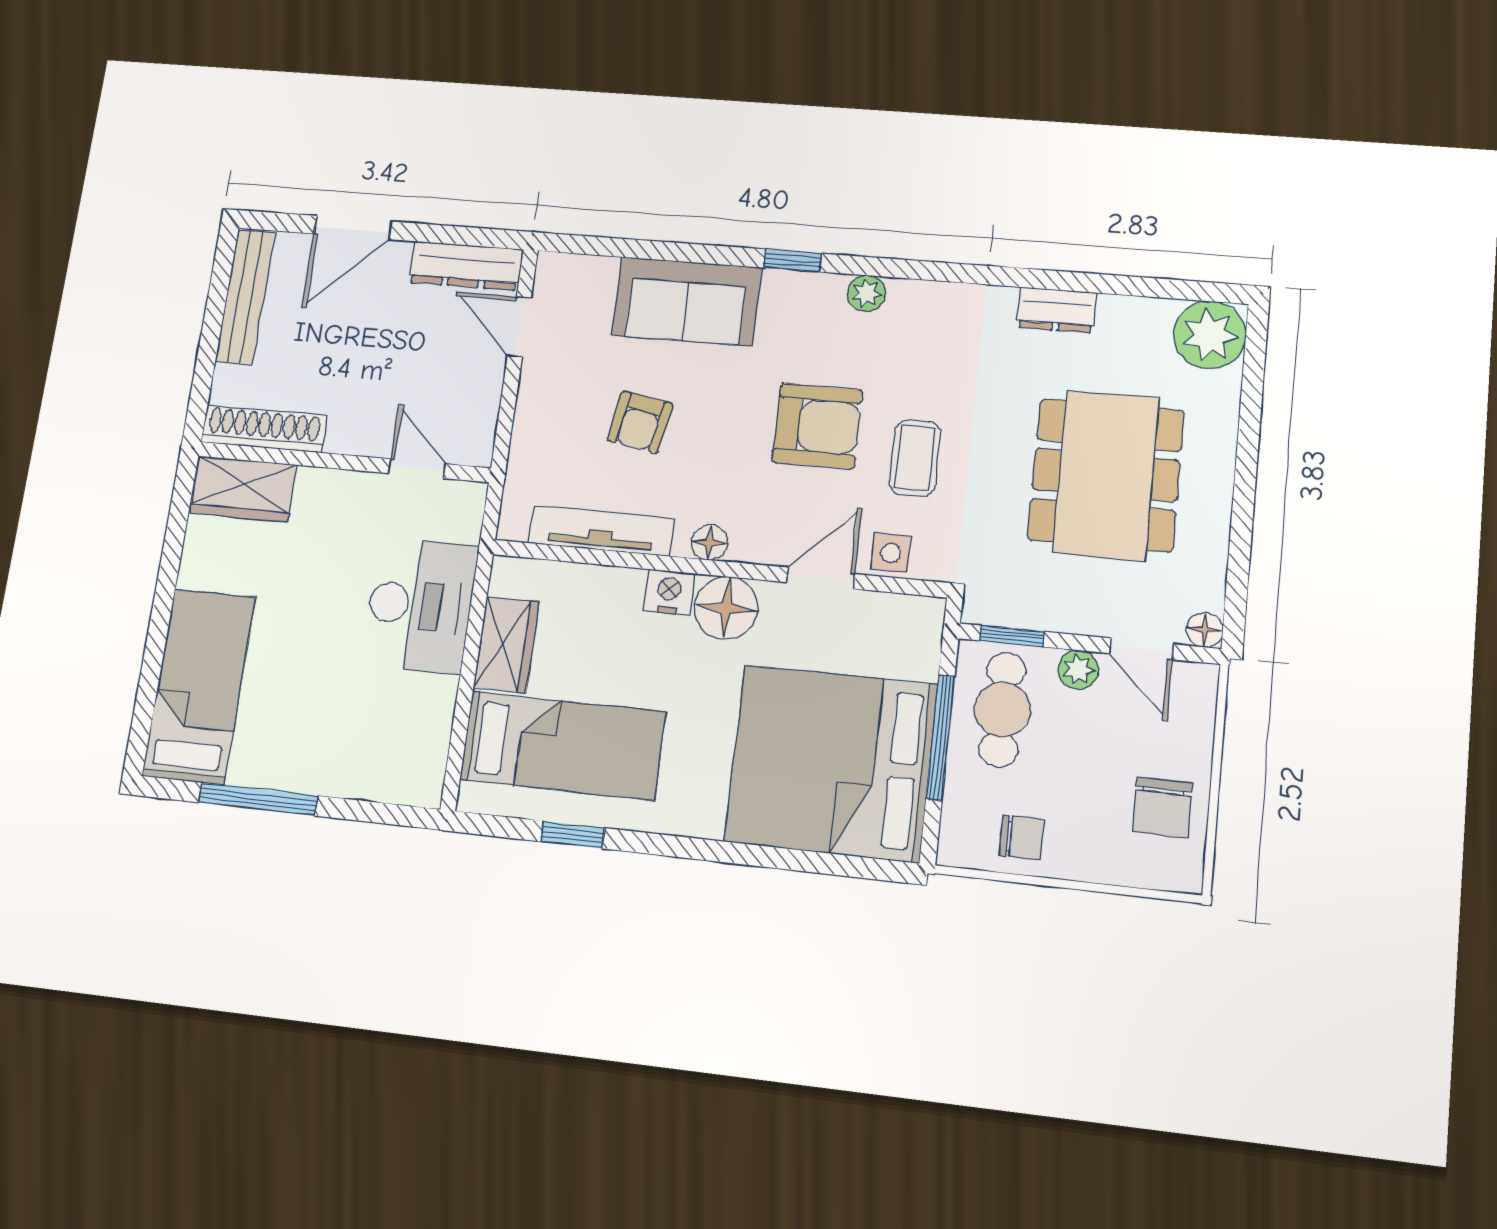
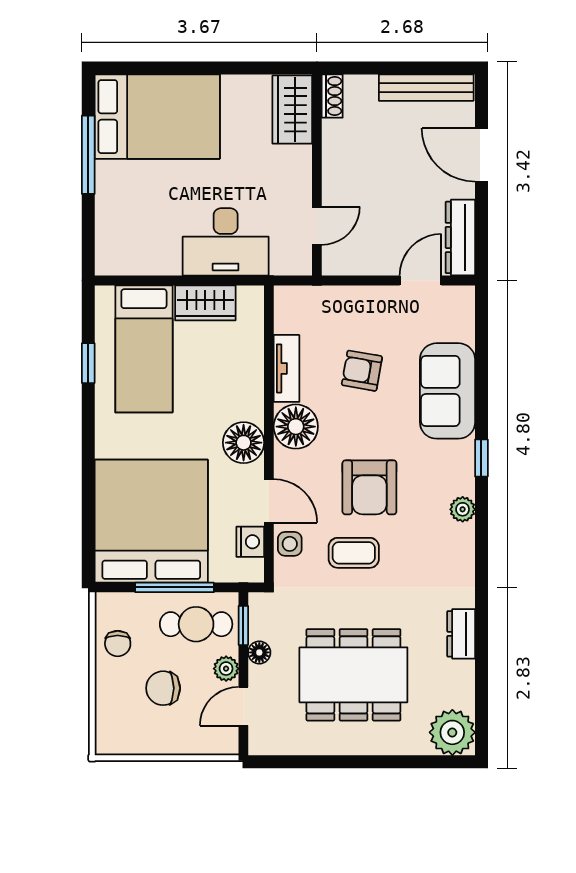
shoe rack: (264, 429) -> (332, 96), width x0.51, depth x0.81
tv unit: (601, 531) -> (286, 368), width x0.71
floor lamp: (709, 542) -> (296, 427), width x1.89, depth x1.89
nightstand: (669, 592) -> (250, 542), moved
floor lamp: (1205, 630) -> (259, 652), moved
bed: (199, 686) -> (157, 117), width x1.50
chair: (1162, 808) -> (163, 688), moved

